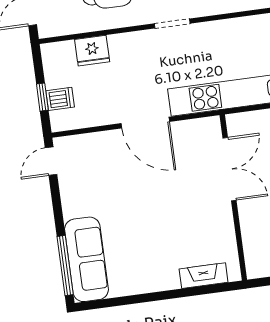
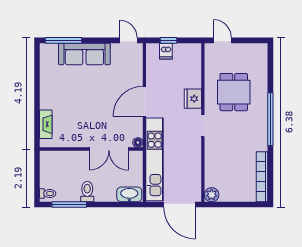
fridge: (92, 51) -> (193, 99), moved
floor lamp: (213, 124) -> (138, 142), added
sofa: (87, 259) -> (84, 54), moved

